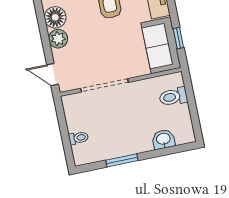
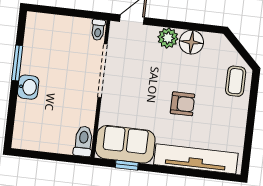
toilet: (173, 97) -> (83, 141), moved
toilet: (79, 138) -> (98, 30), moved
washbasin: (163, 139) -> (28, 87), moved

